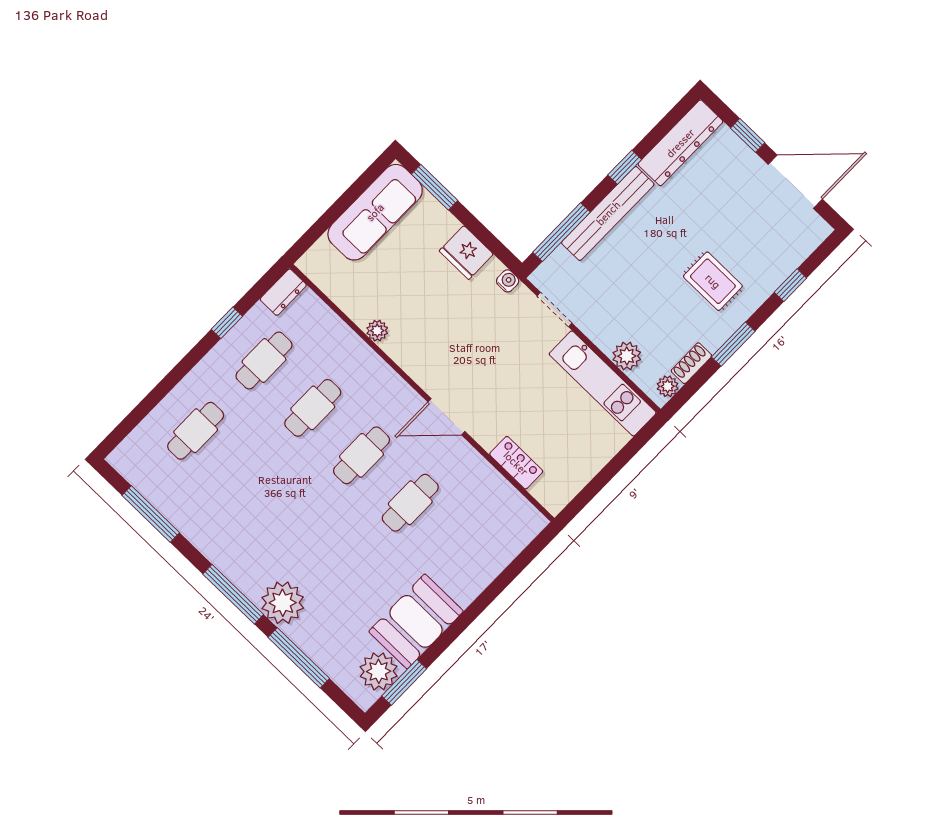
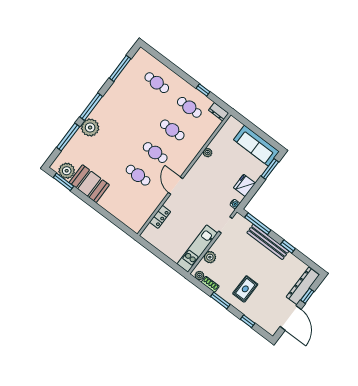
dresser: (680, 143) -> (303, 286), moved, turned 90

